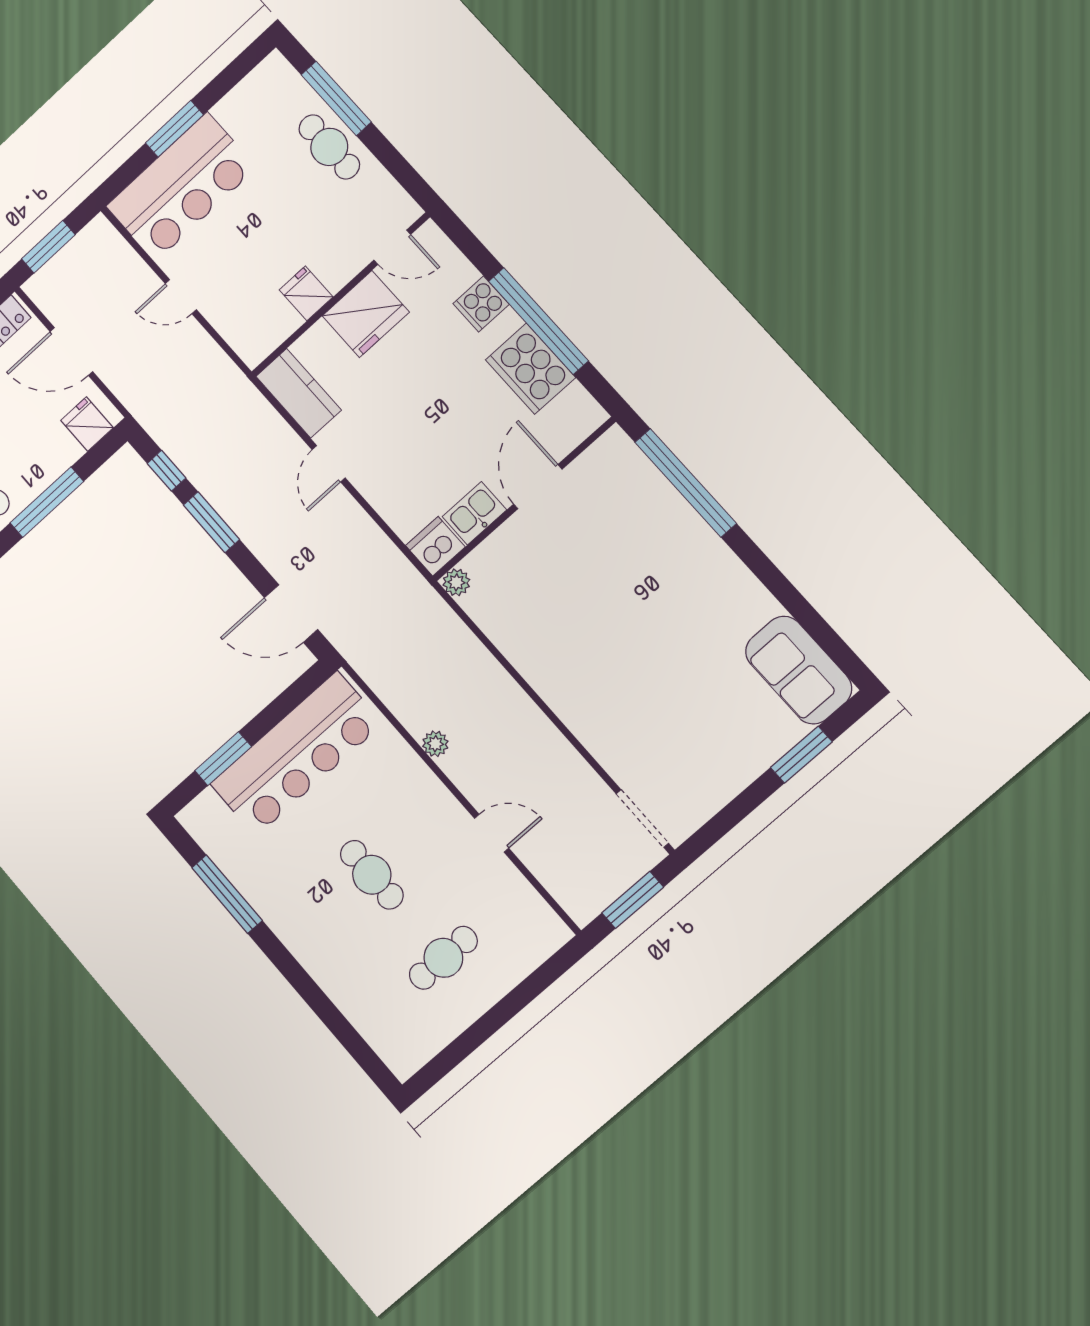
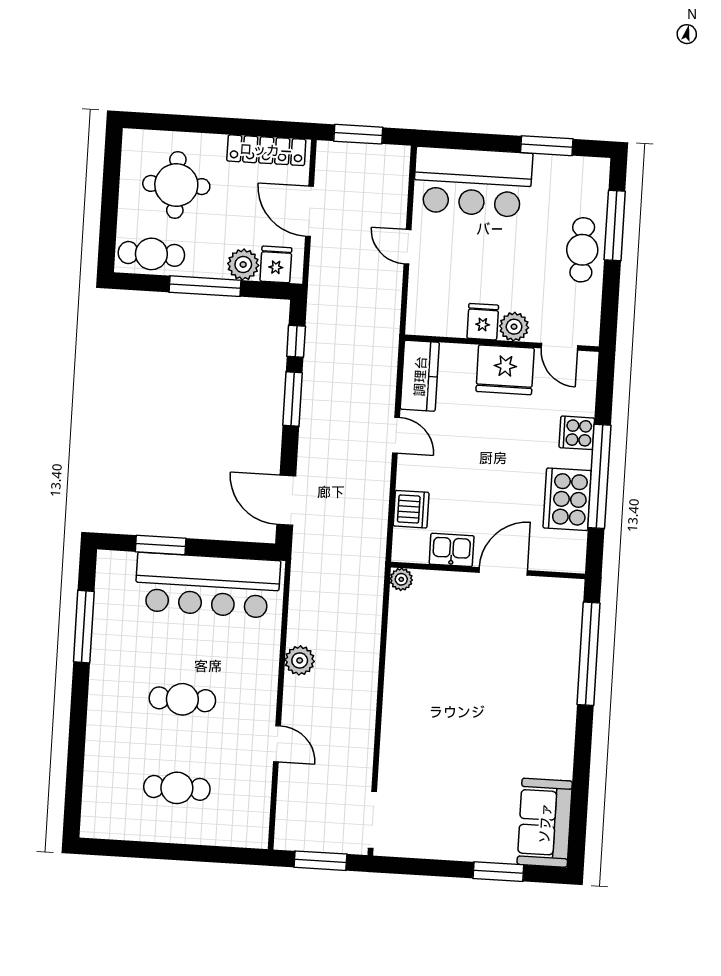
window: (175, 129) -> (547, 146), moved
plant: (337, 270) -> (514, 327), added
plant: (60, 452) -> (243, 265), added
door: (329, 464) -> (396, 435), swing flipped
dishwasher: (435, 546) -> (411, 509), moved, turned 90
plant: (435, 744) -> (300, 660), width x1.38, depth x1.38
cafe table: (372, 875) -> (182, 699), turned 90

